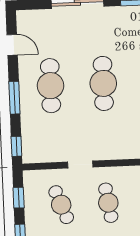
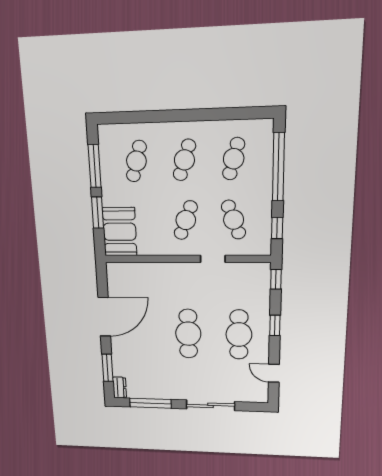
window: (14, 98) -> (275, 325), width x0.67
cafe table: (108, 203) -> (186, 220), turned 30

